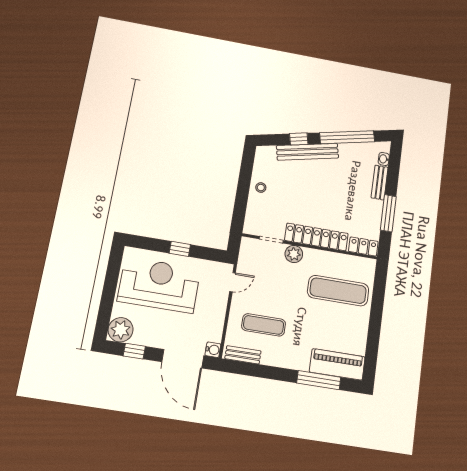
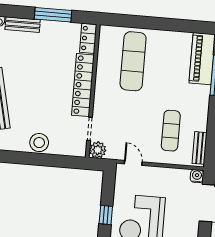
stool: (261, 188) -> (39, 143), width x1.89, depth x1.89
plant: (294, 254) -> (98, 150), moved

